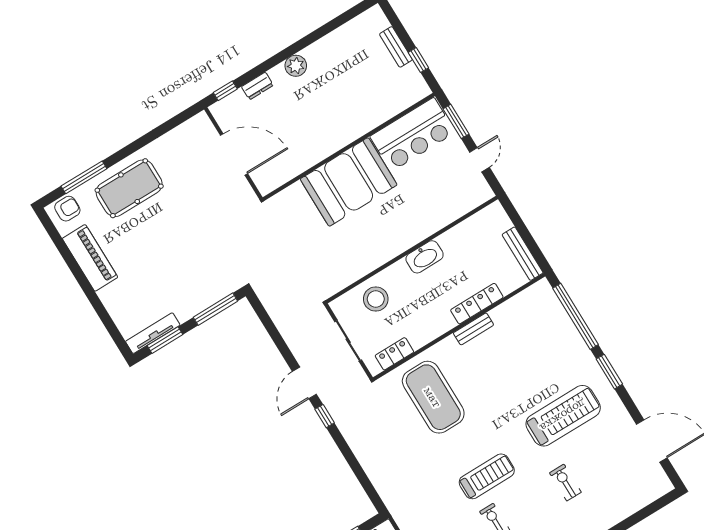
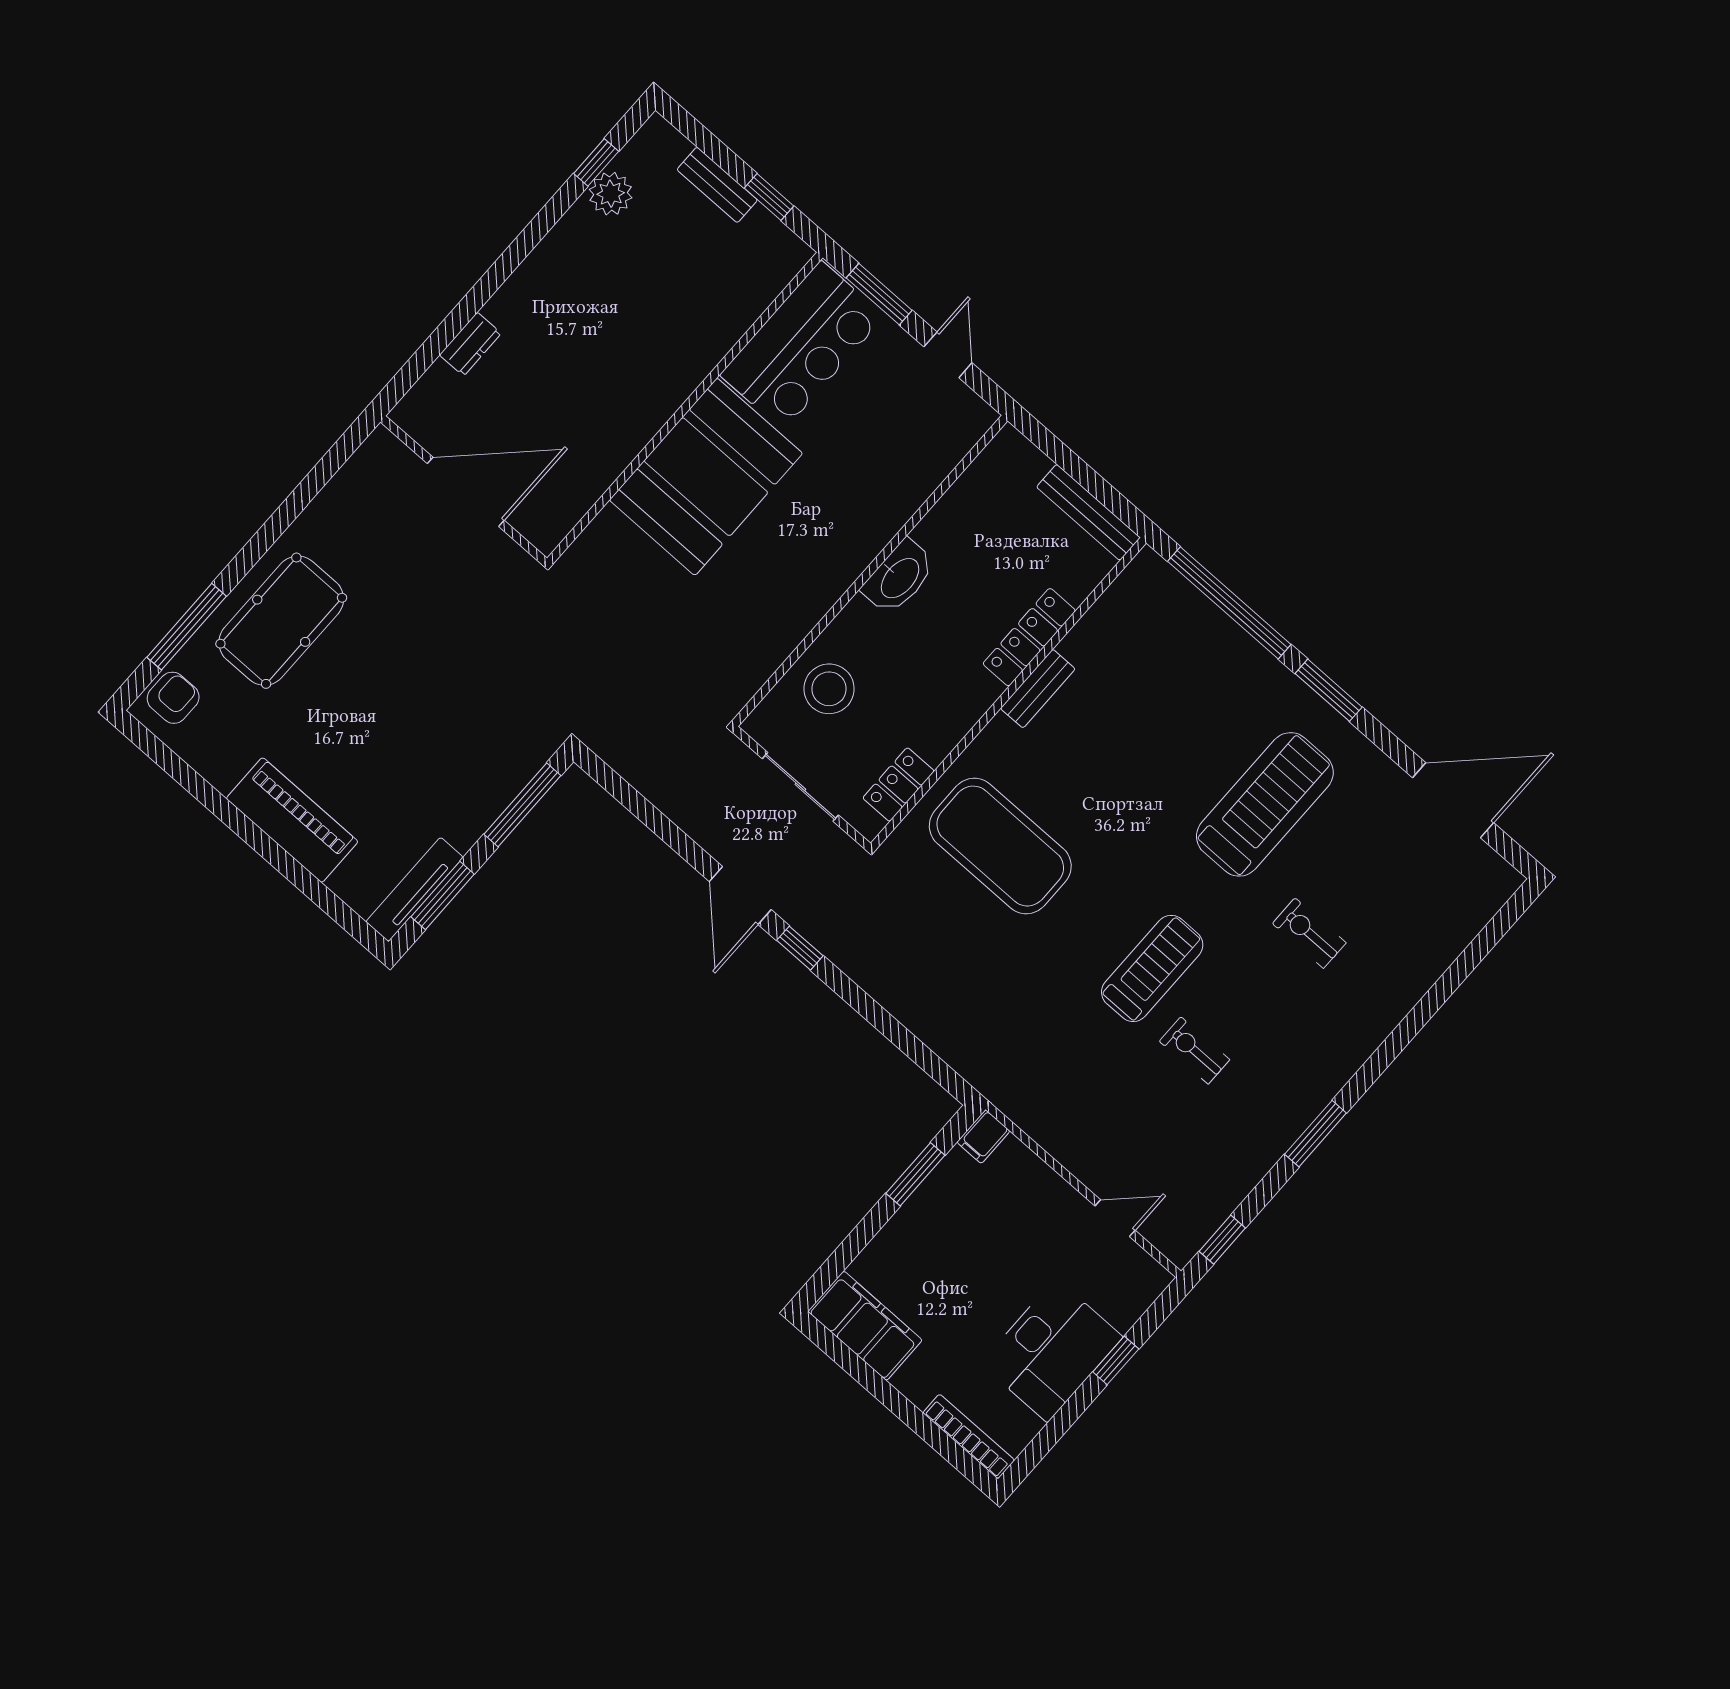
plant: (296, 66) -> (611, 194), moved
window: (225, 91) -> (596, 162), moved
piano: (90, 258) -> (292, 820), moved

